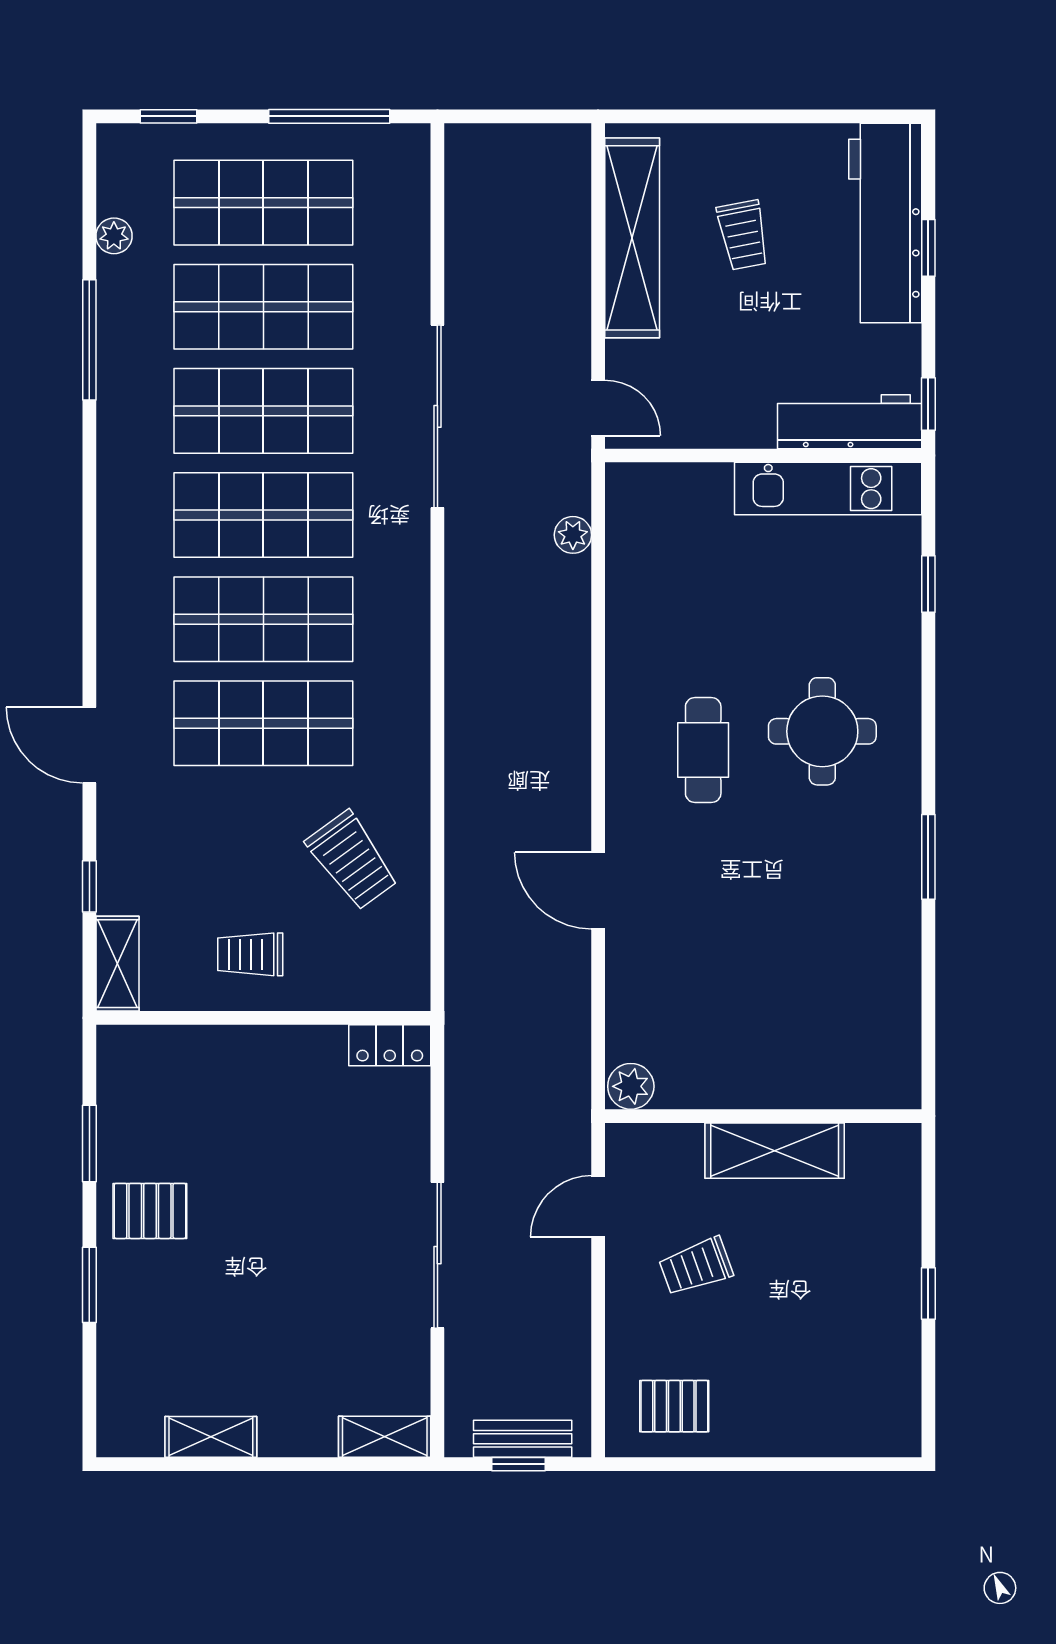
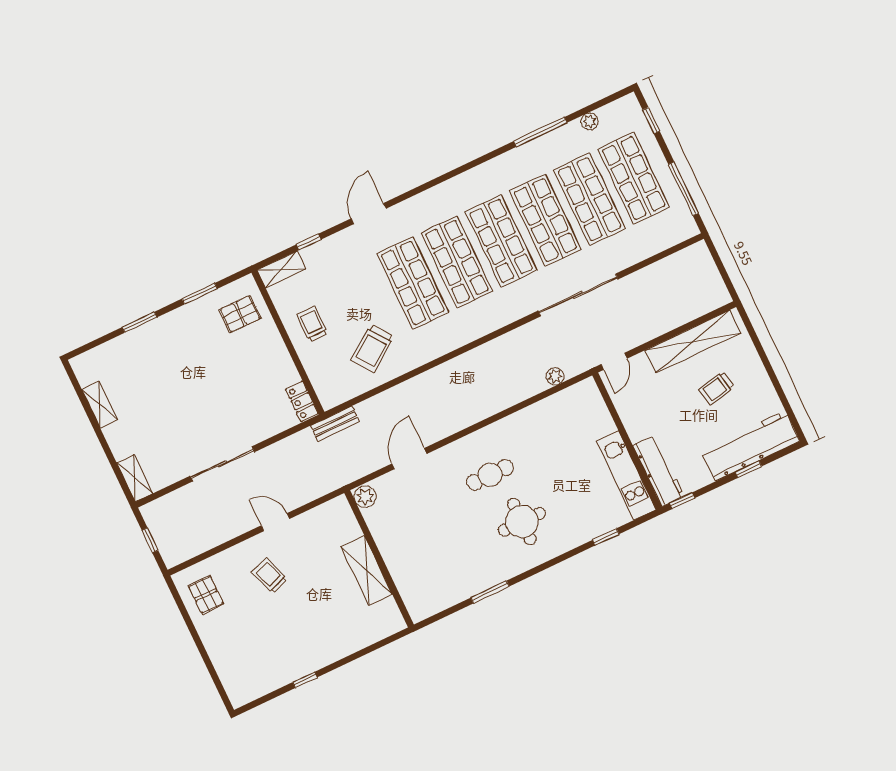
plant: (631, 1086) -> (365, 497), moved
wall: (763, 1116) -> (379, 559), moved
shelving: (775, 1151) -> (367, 571), moved
pallet: (150, 1211) -> (240, 314), moved, turned 90
bench: (523, 1439) -> (335, 424), moved, turned 90

